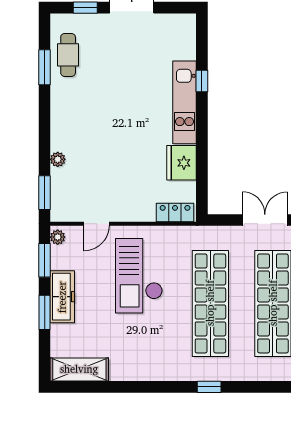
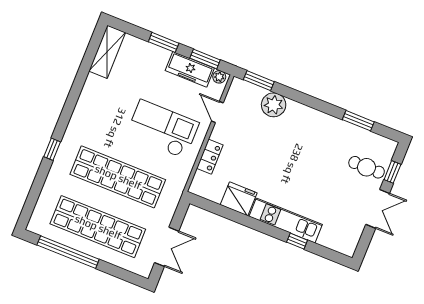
cafe table: (68, 55) -> (367, 167), moved
plant: (58, 159) -> (274, 105), width x1.88, depth x1.88
locker: (175, 213) -> (210, 157), moved
freezer: (62, 297) -> (190, 69), moved

